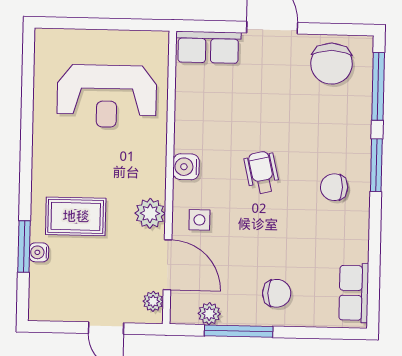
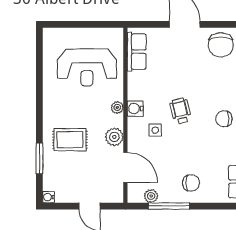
row of seats: (208, 47) -> (137, 52), moved, turned -90
side table: (199, 220) -> (155, 130), moved
water cooler: (39, 252) -> (48, 197), moved
plant: (153, 301) -> (117, 107), moved

